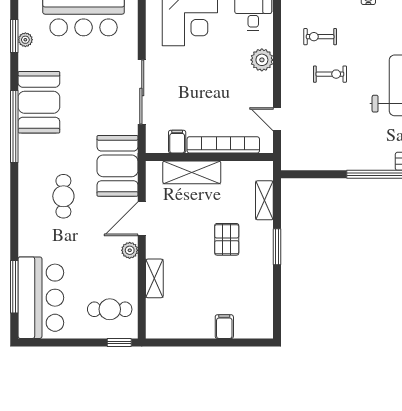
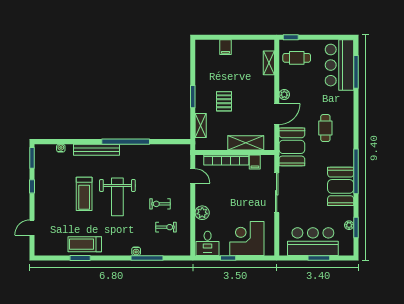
shelving: (154, 278) -> (269, 63), moved

